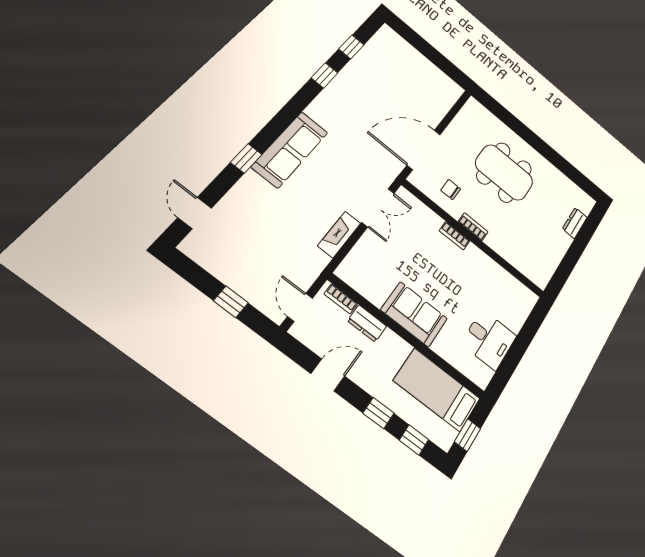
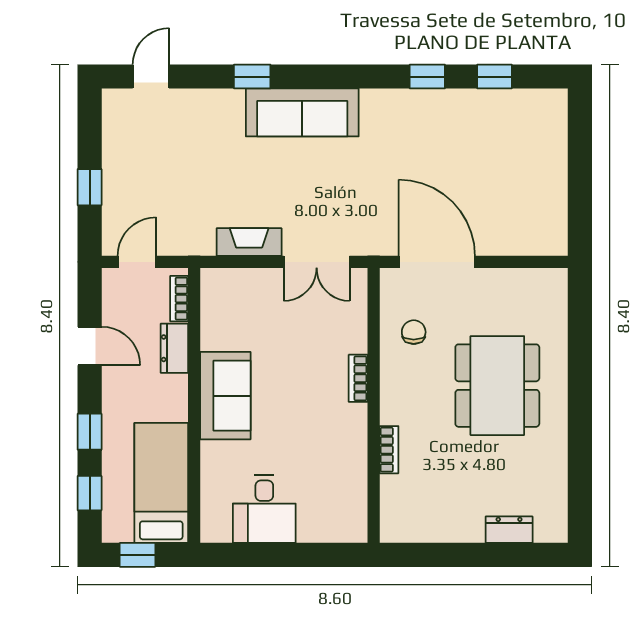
bookcase: (473, 227) -> (389, 450), moved

